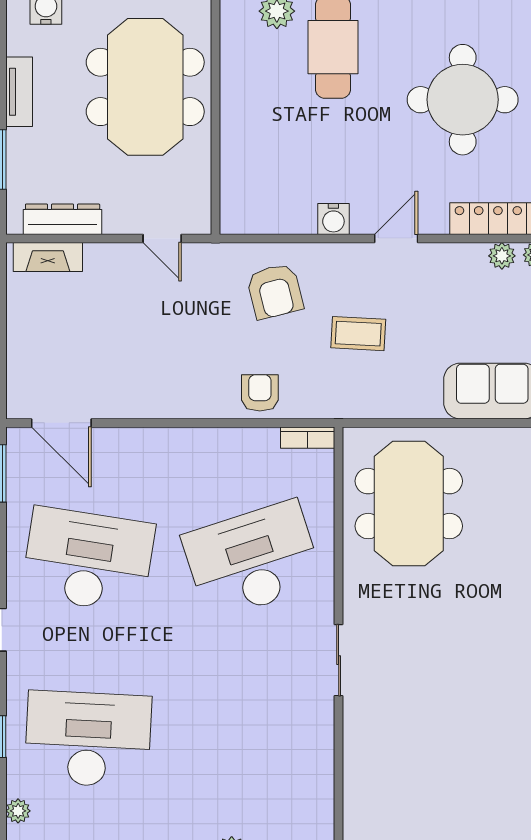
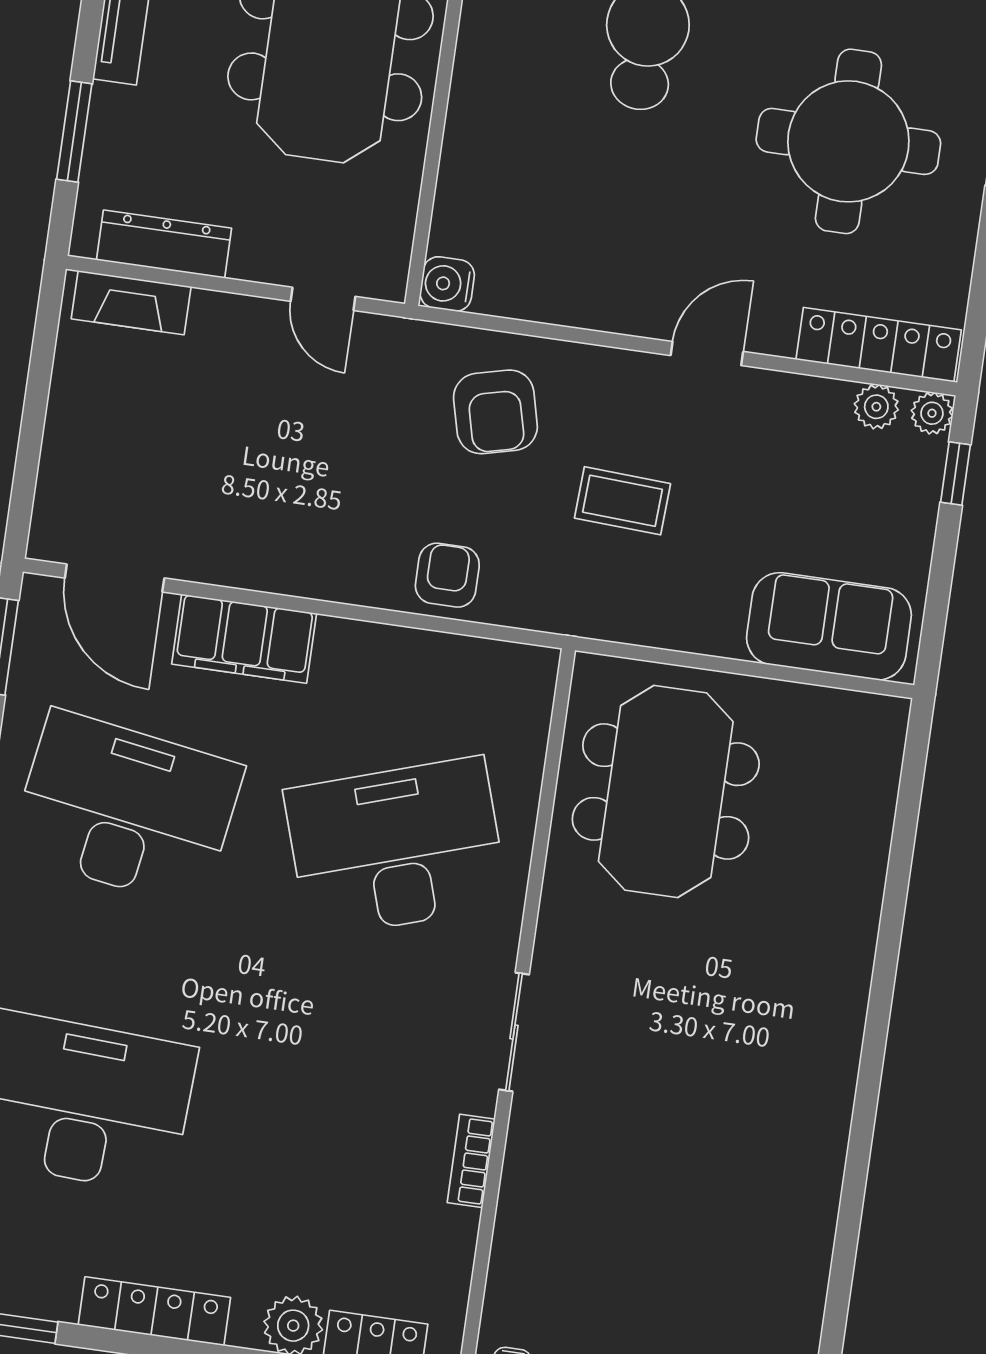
water cooler: (333, 219) -> (447, 284), moved, turned 90
bookcase: (308, 438) -> (471, 1161), moved, turned 90
filing cabinet: (144, 448) -> (244, 639), added

